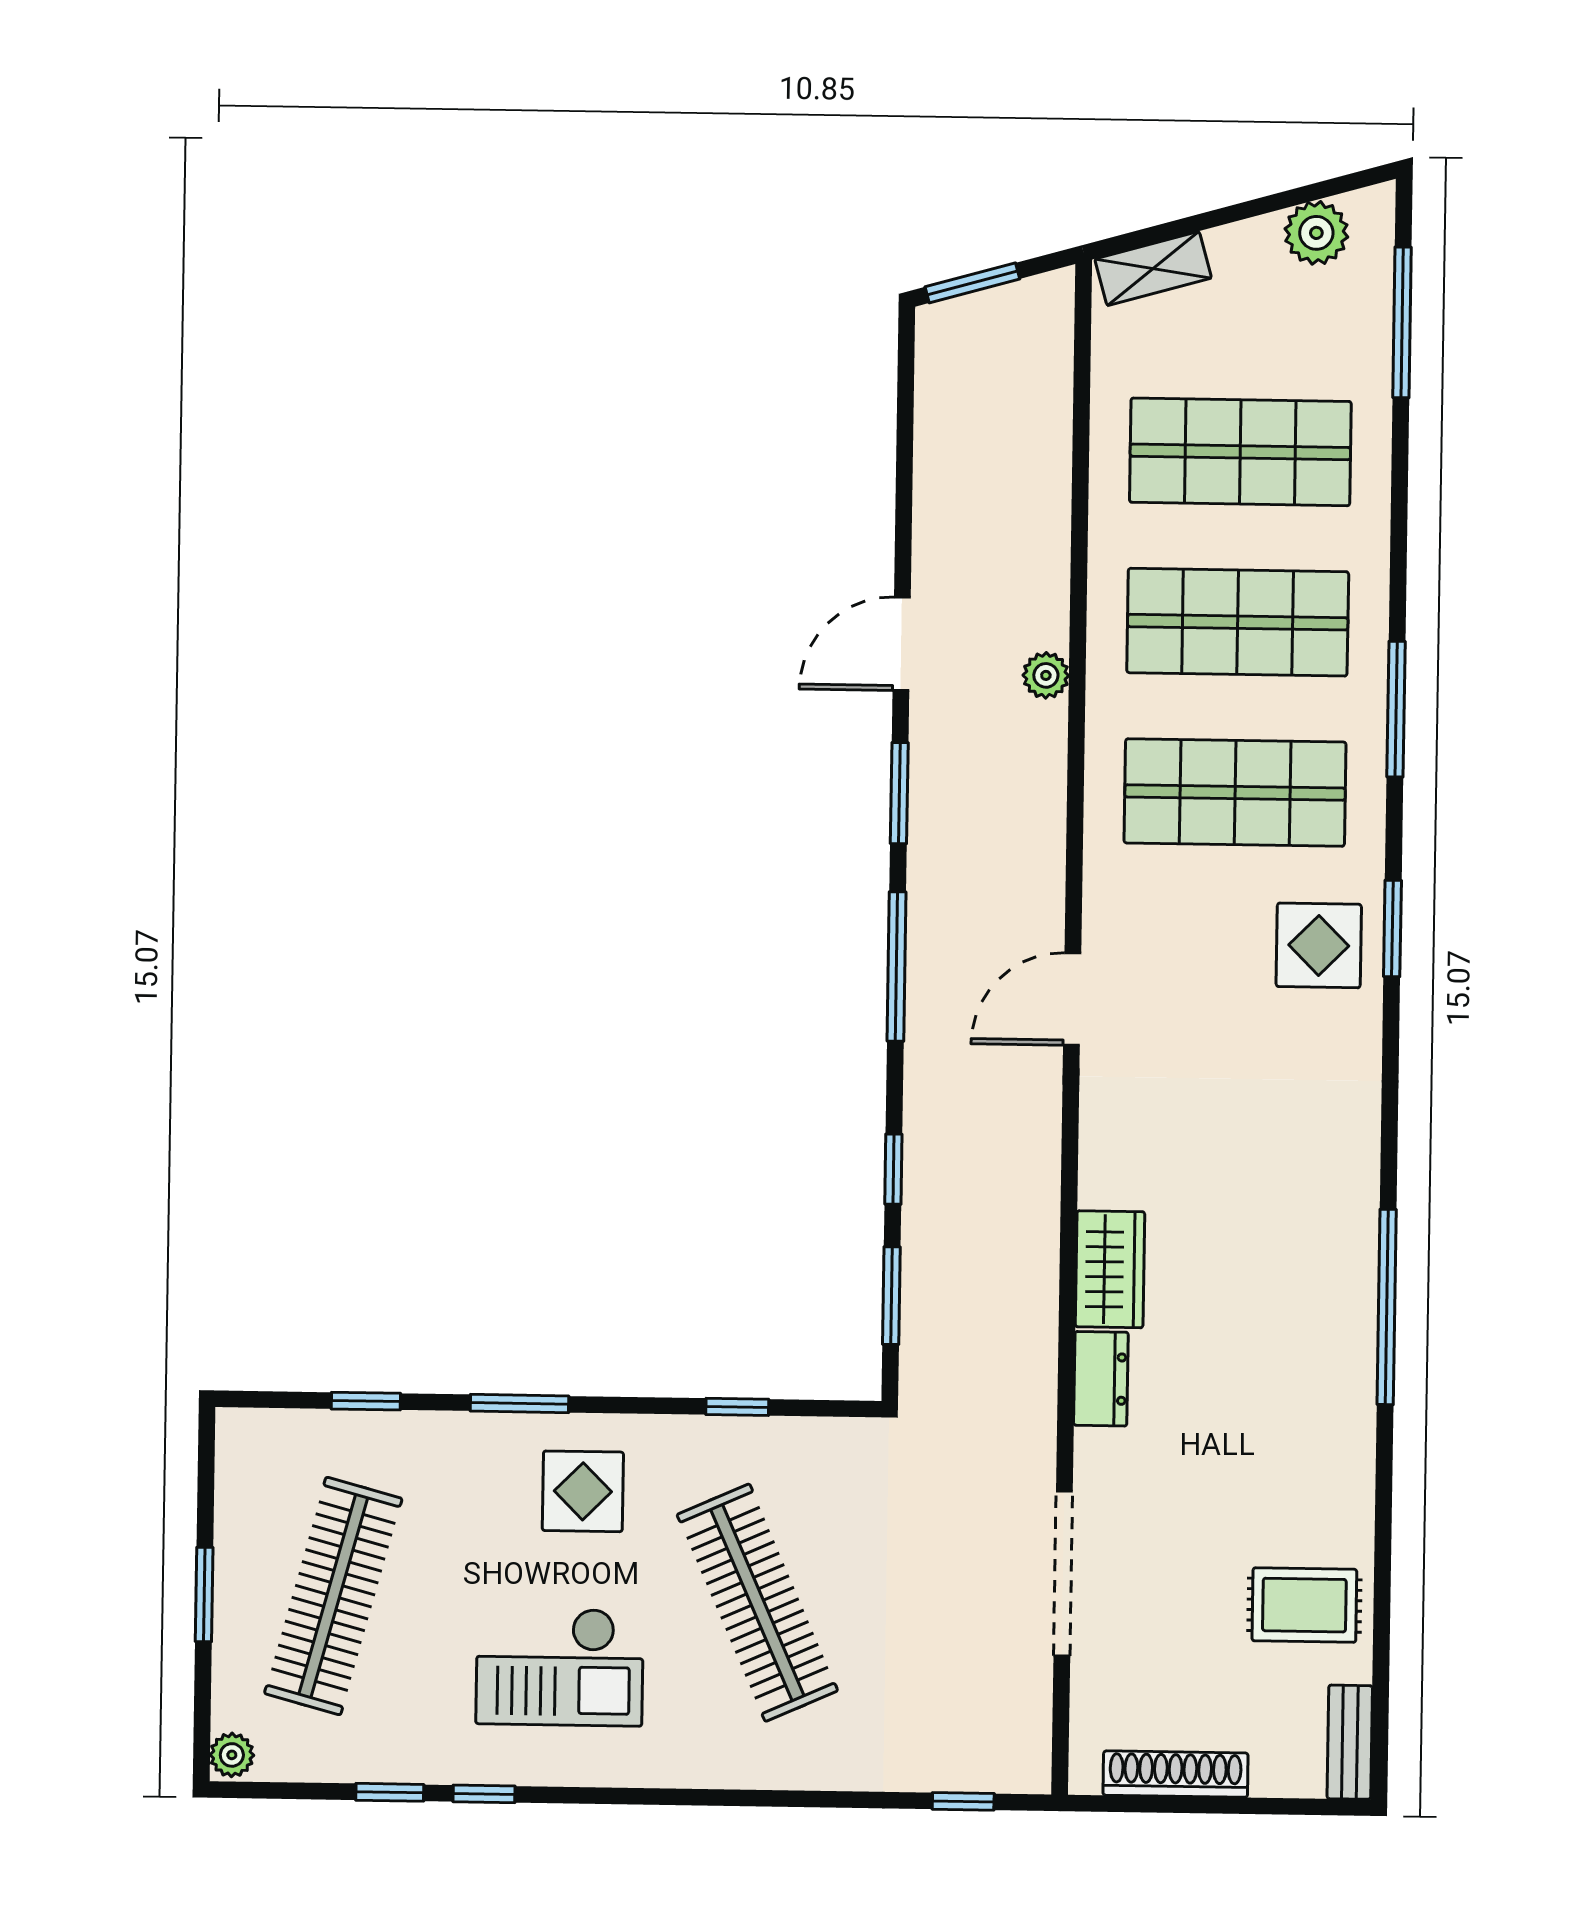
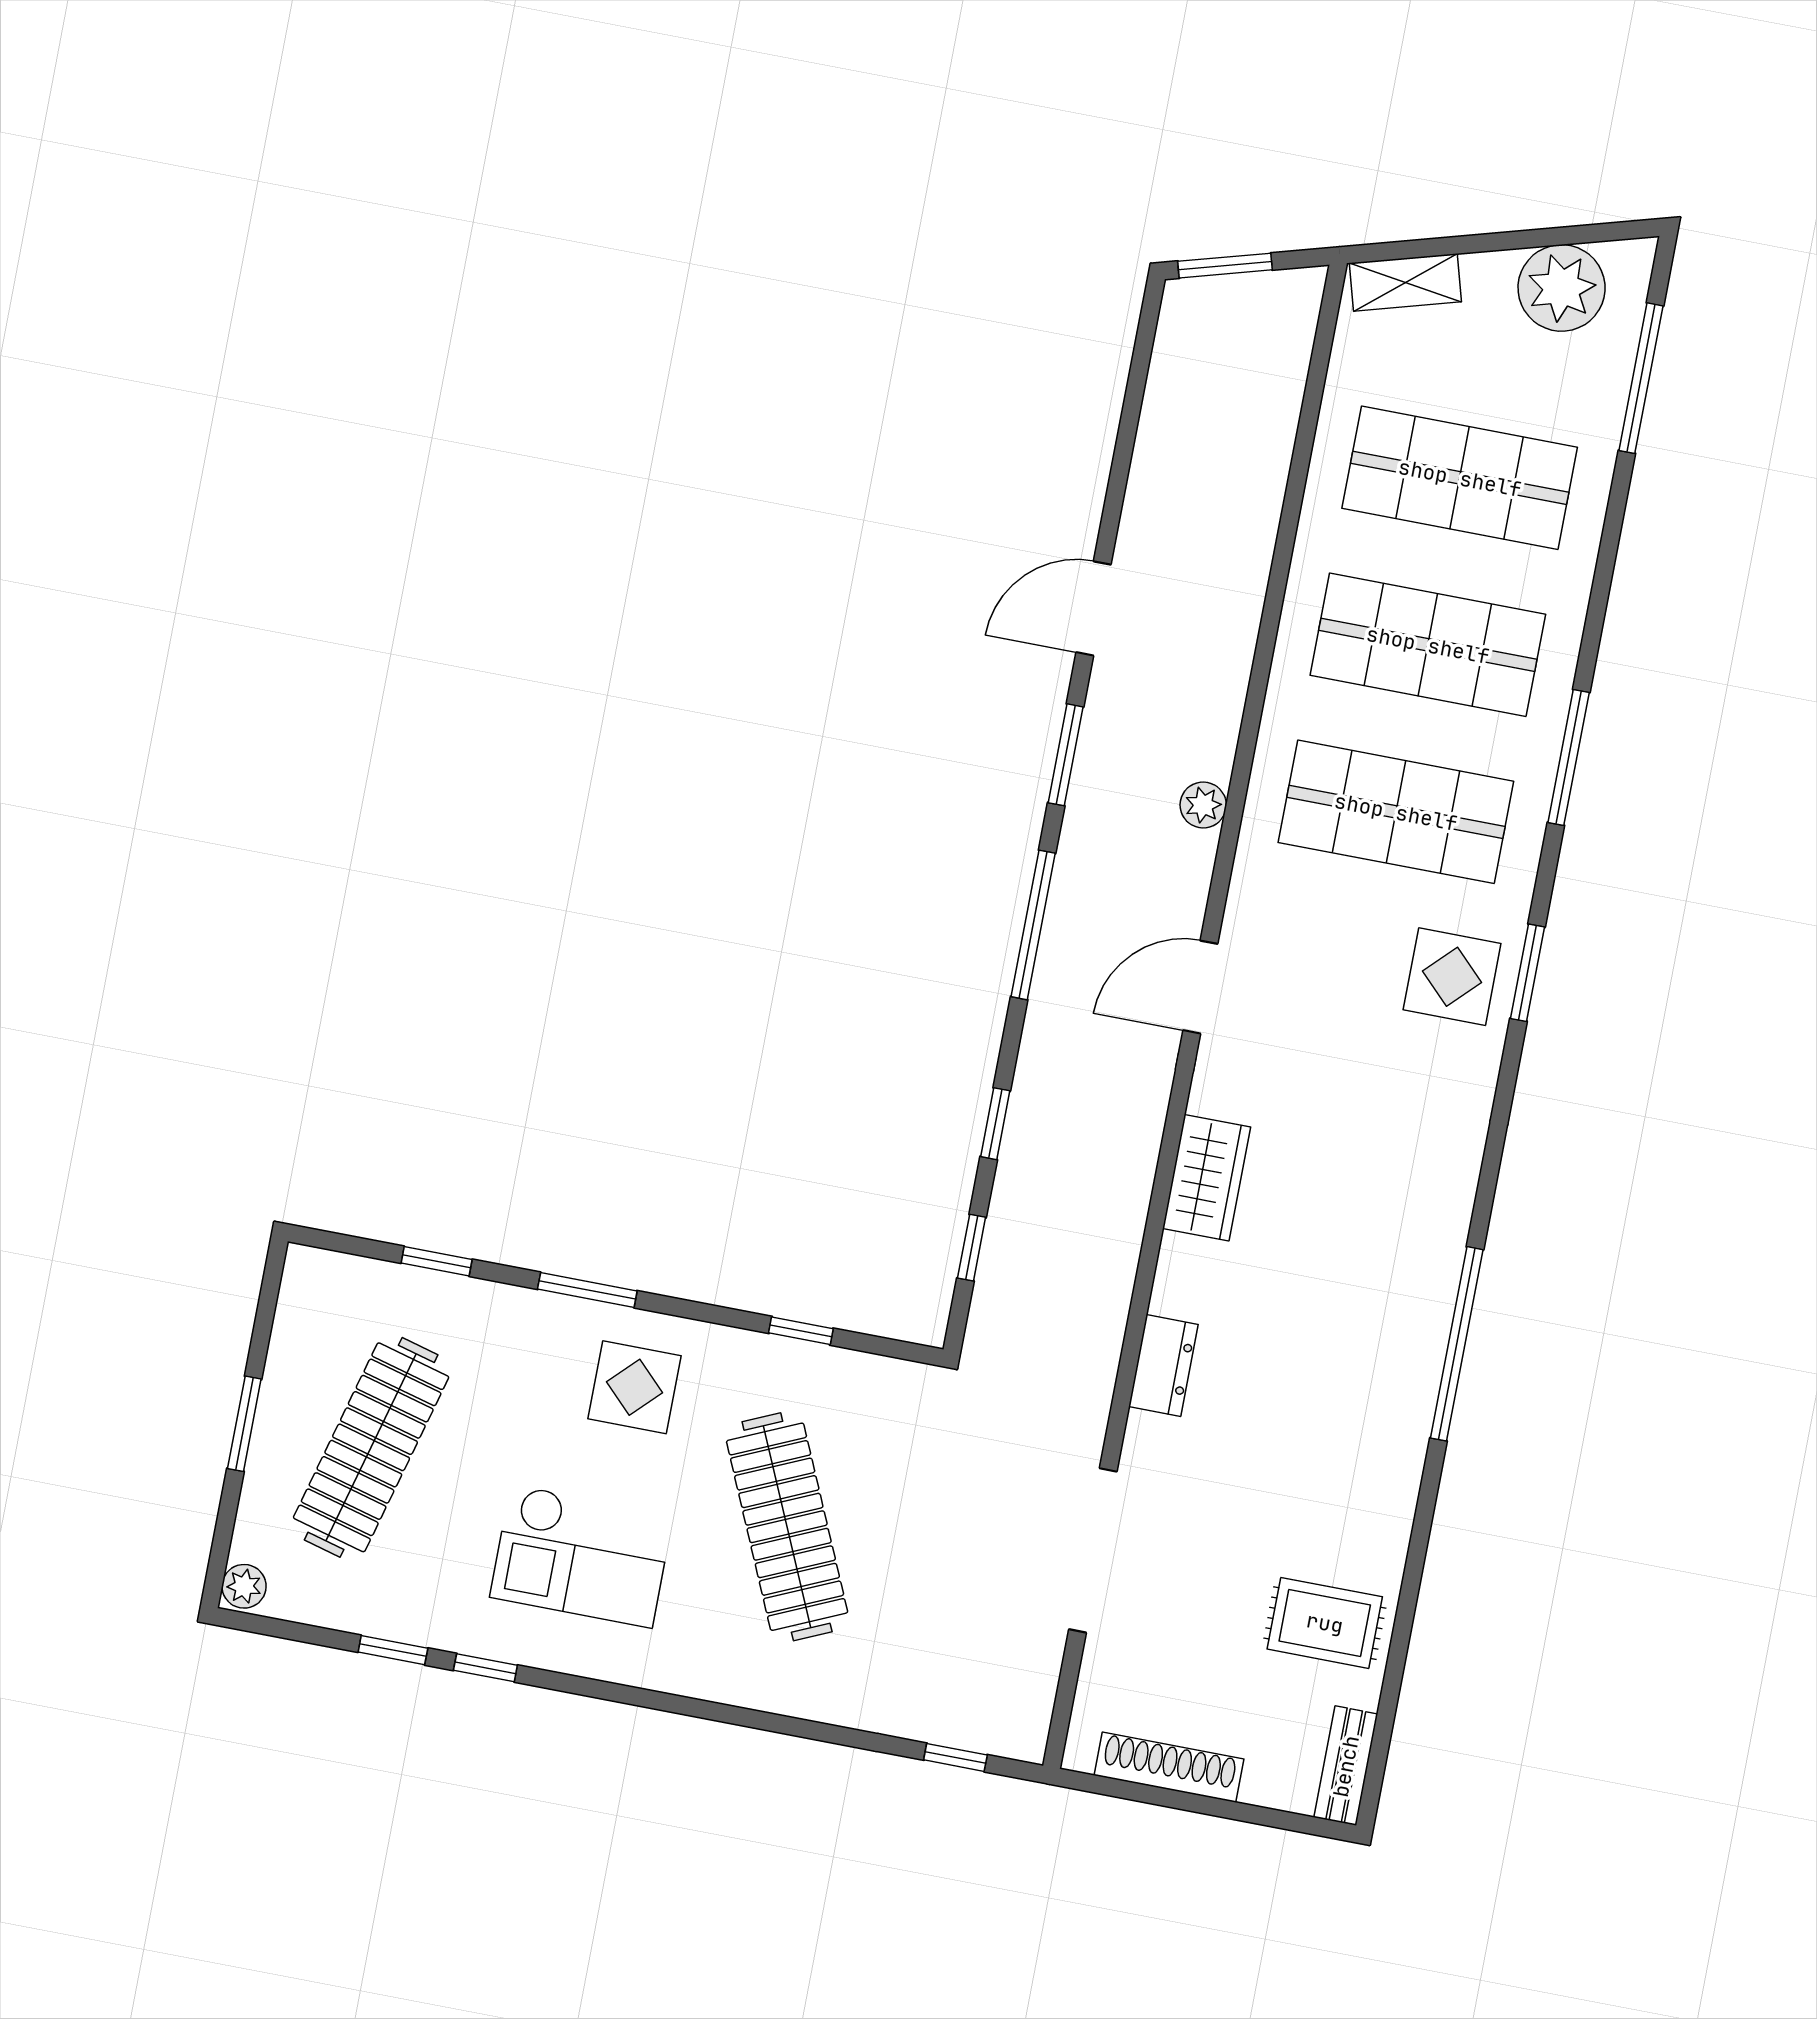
plant: (1316, 233) -> (1562, 288), width x1.36, depth x1.36
plant: (1046, 675) -> (1203, 805), moved
wardrobe: (1110, 1269) -> (1207, 1178), moved
window: (891, 1296) -> (972, 1248), width x0.67

